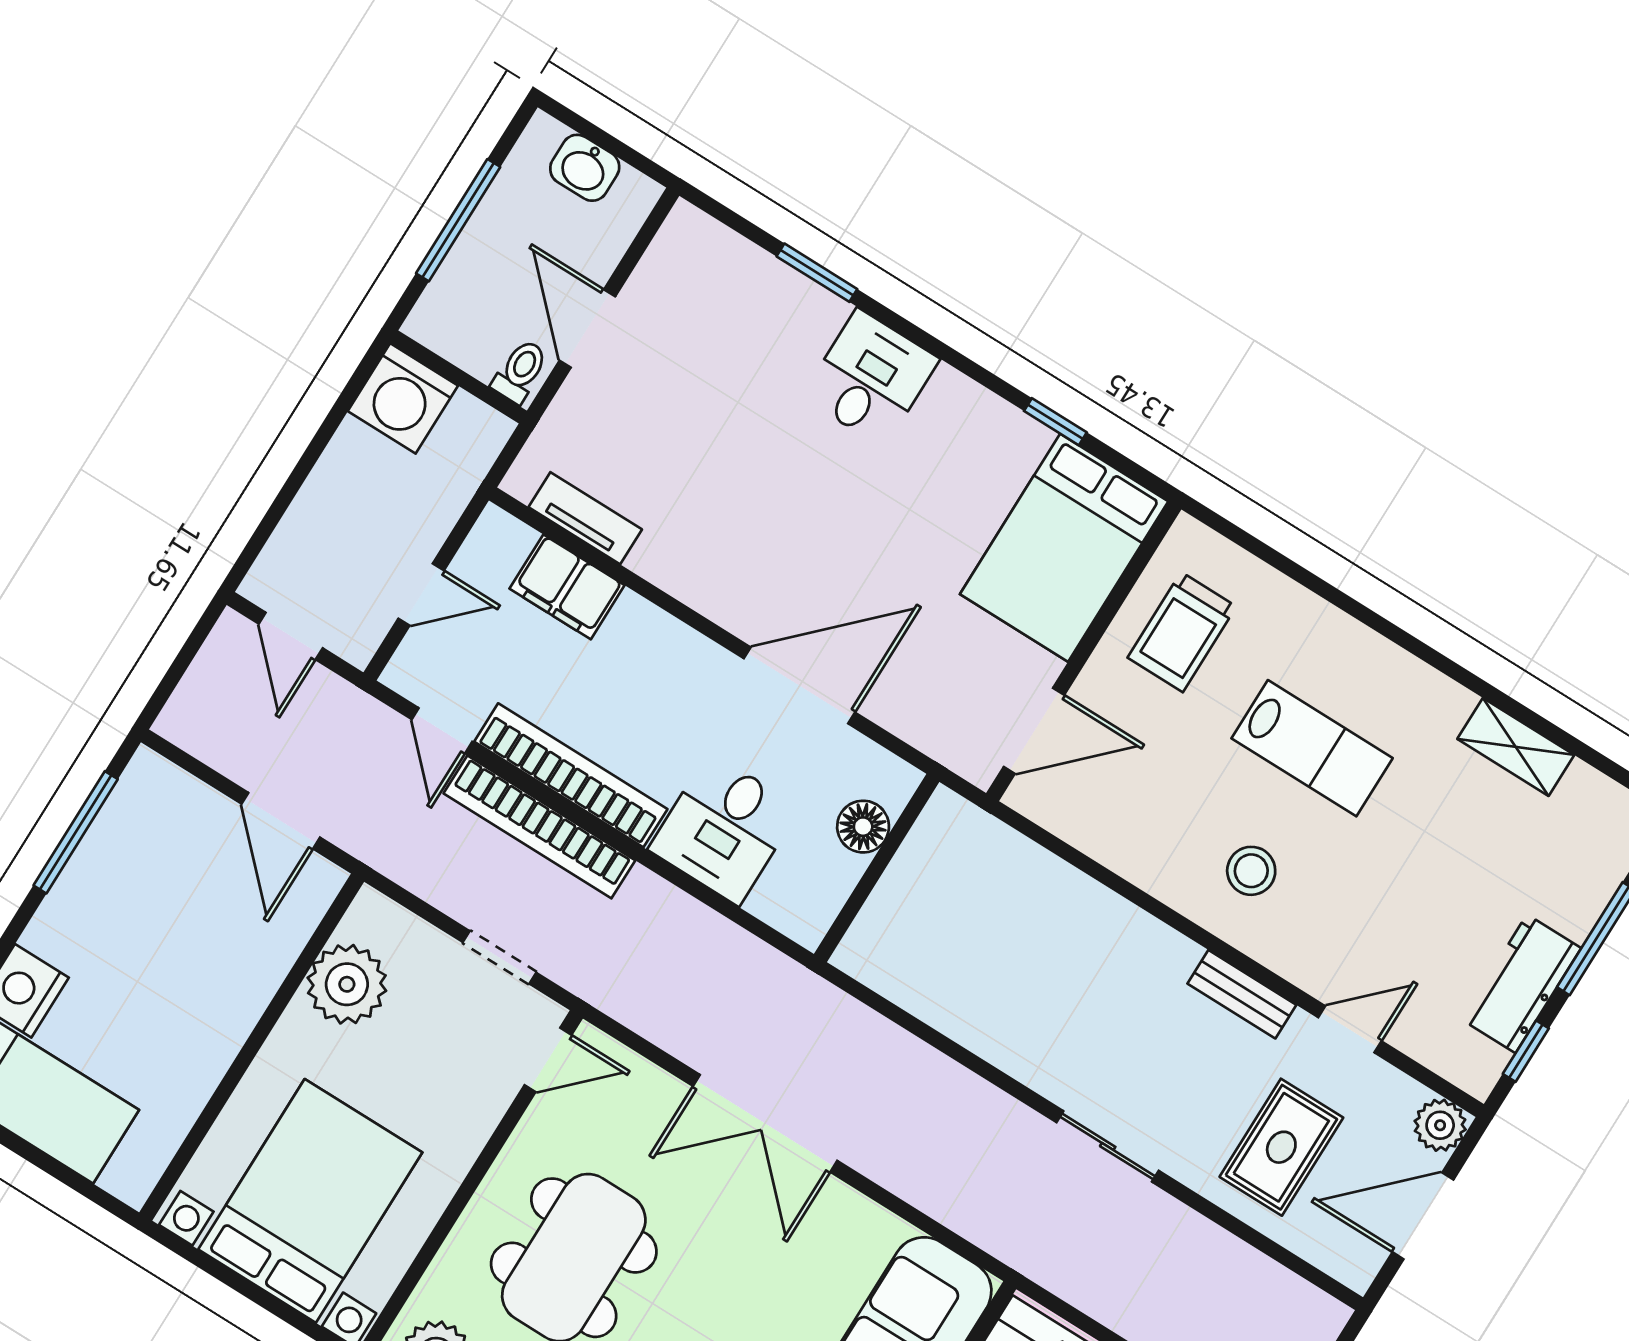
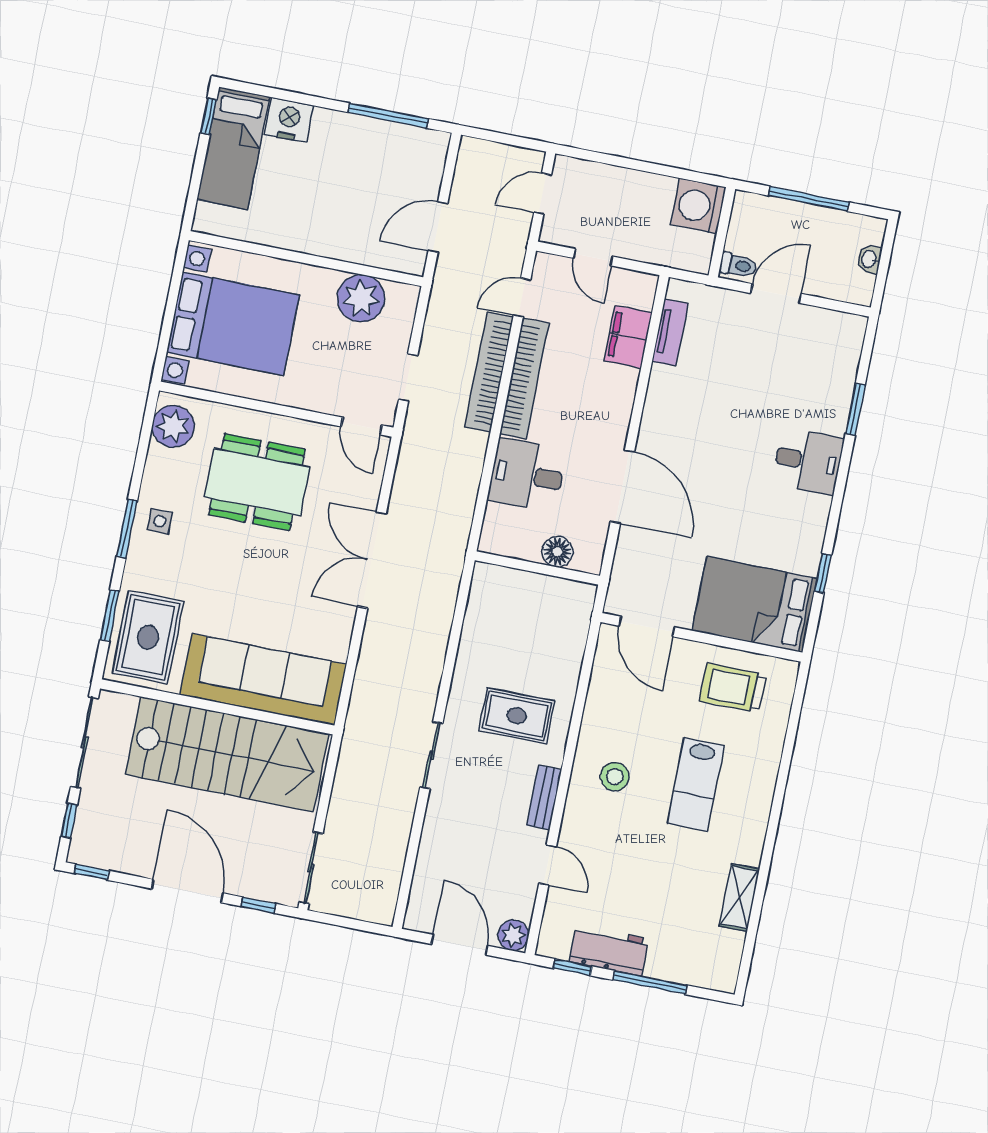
washbasin: (585, 168) -> (869, 259), width x0.72, depth x0.69
rug: (1281, 1147) -> (517, 716), moved

